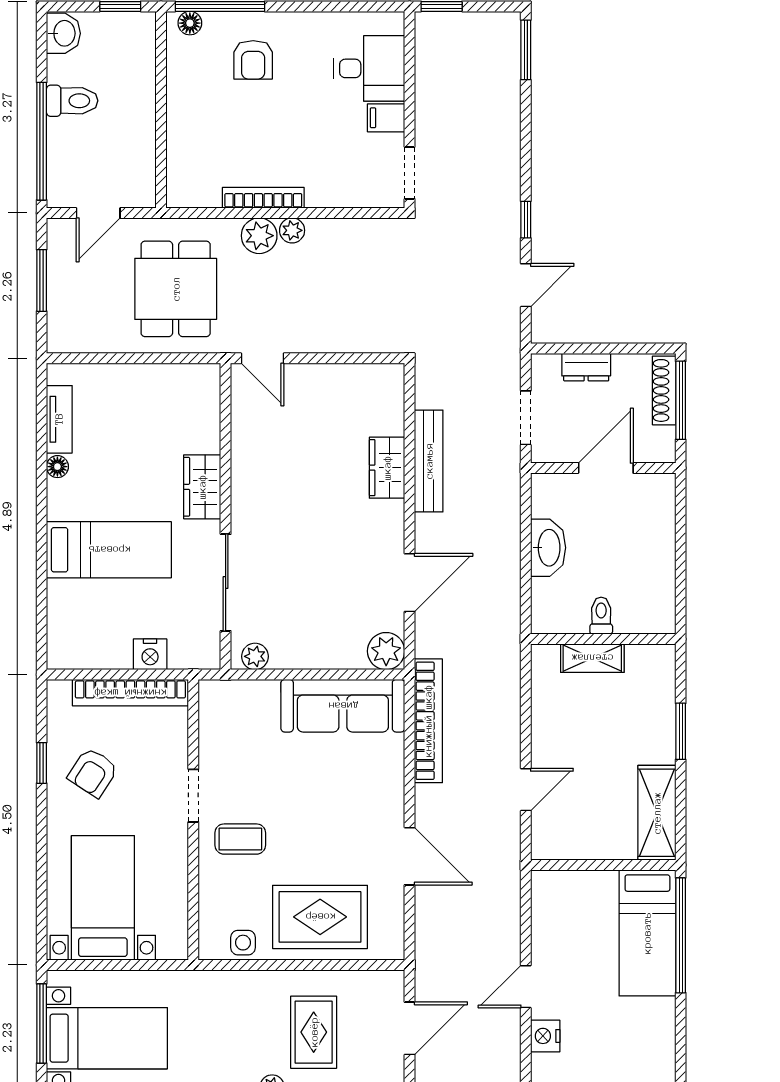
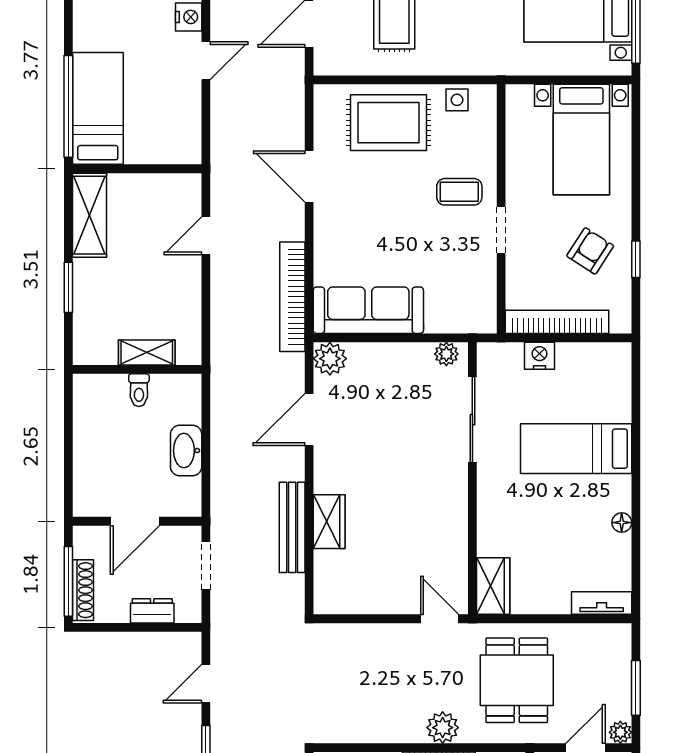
plant: (292, 230) -> (620, 732), moved
tv unit: (59, 419) -> (602, 603), moved, turned 90
wardrobe: (202, 487) -> (493, 586), moved

